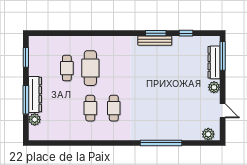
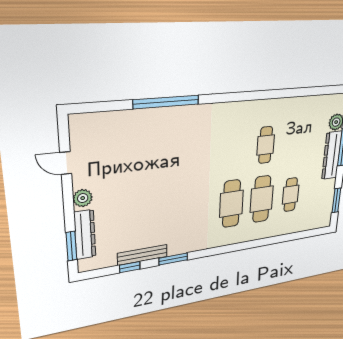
bench: (155, 41) -> (143, 255), moved
window: (223, 56) -> (71, 246), width x0.69
cafe table: (114, 108) -> (231, 204), moved, width x1.37, depth x1.35
plant: (208, 134) -> (89, 123), removed

